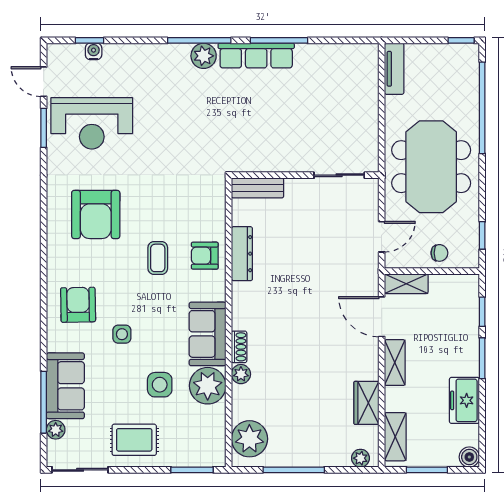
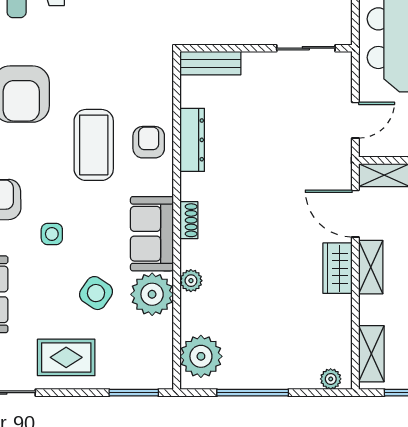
armchair: (205, 256) -> (149, 142), turned 90
coffee table: (158, 258) -> (94, 145), width x1.86, depth x1.72
shoe rack: (239, 347) -> (189, 220), moved
side table: (160, 385) -> (96, 293), turned 34
wardrobe: (366, 403) -> (338, 268), moved

